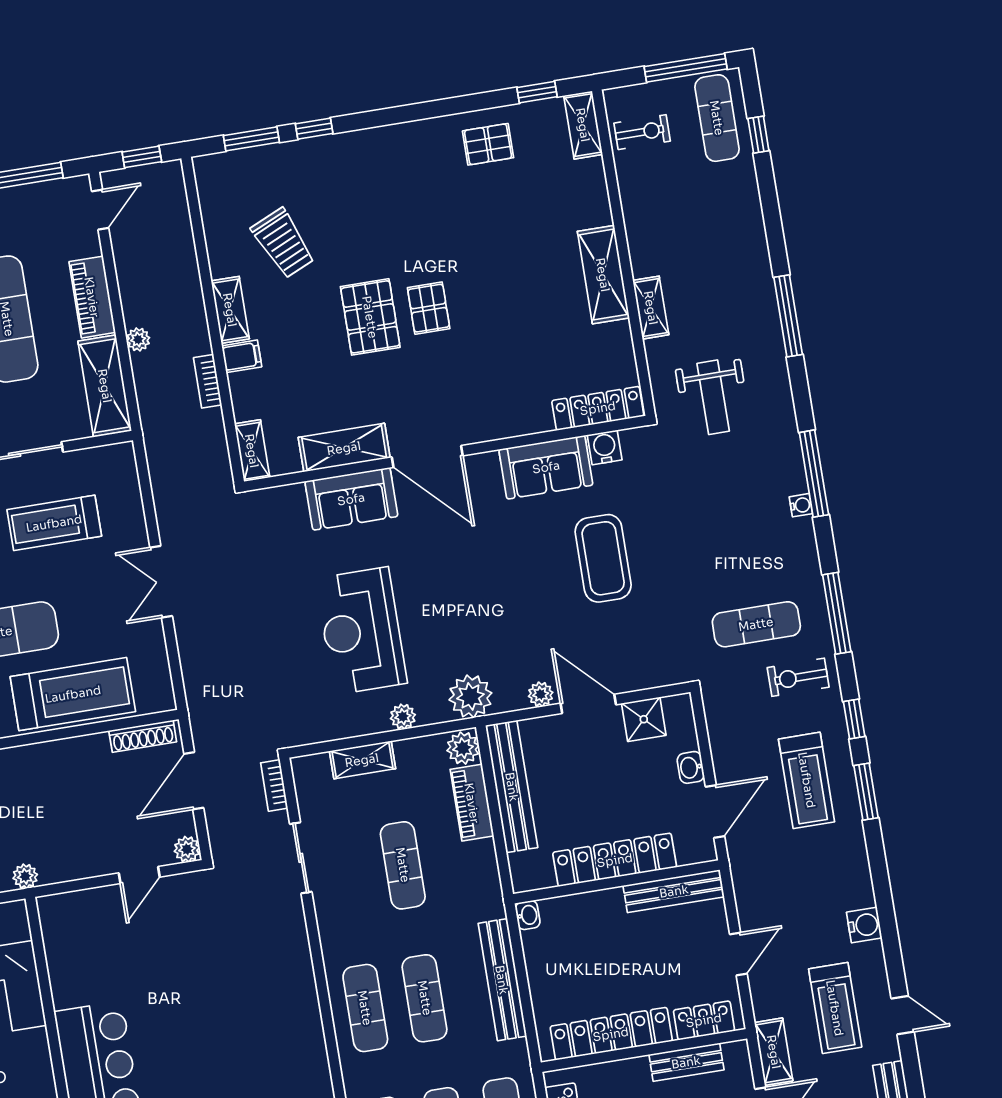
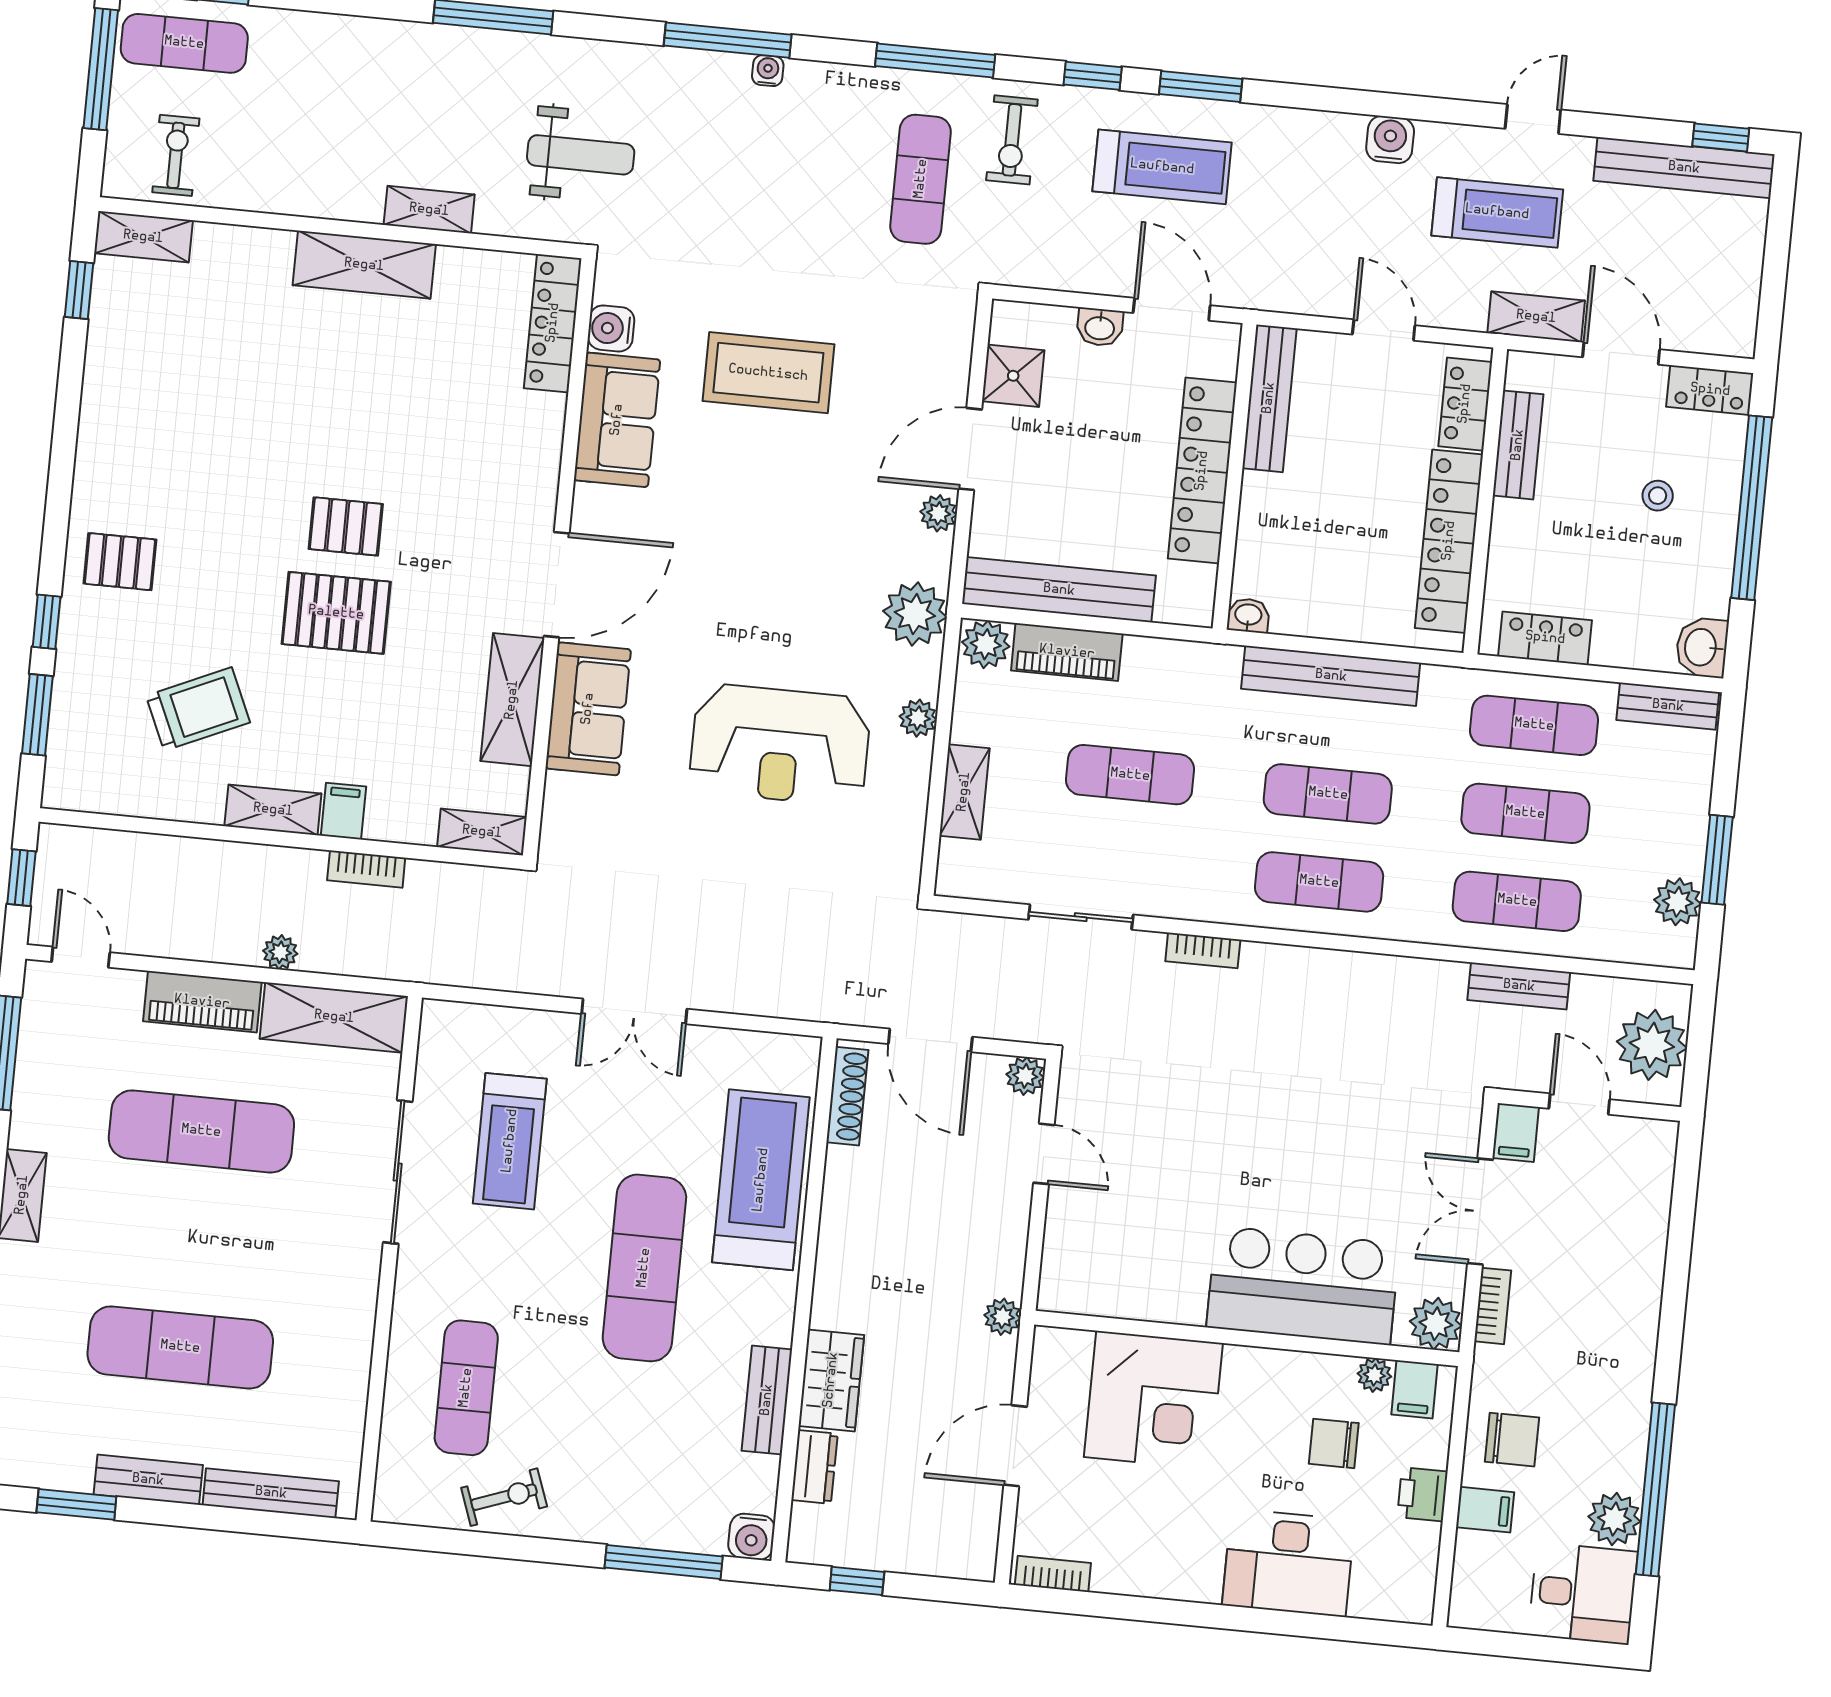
pallet: (488, 144) -> (120, 562), moved, turned 90
bookcase: (274, 785) -> (1203, 951), moved

